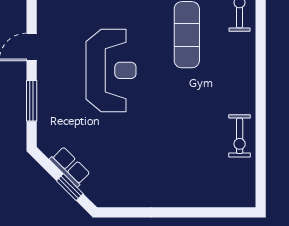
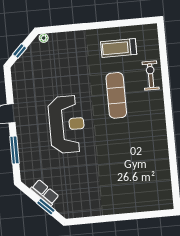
exercise bike: (240, 136) -> (158, 161), removed

